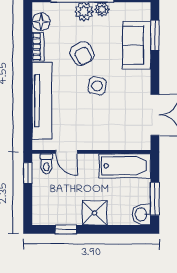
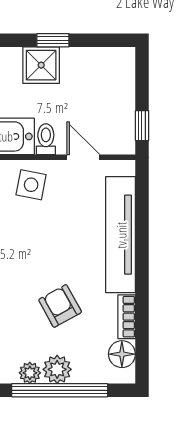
side table: (97, 86) -> (31, 185), moved
toilet: (46, 164) -> (46, 139), moved
window: (66, 229) -> (53, 40), moved

